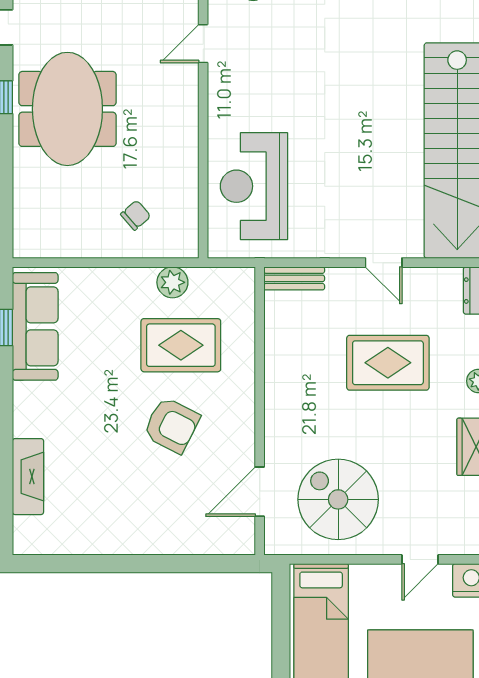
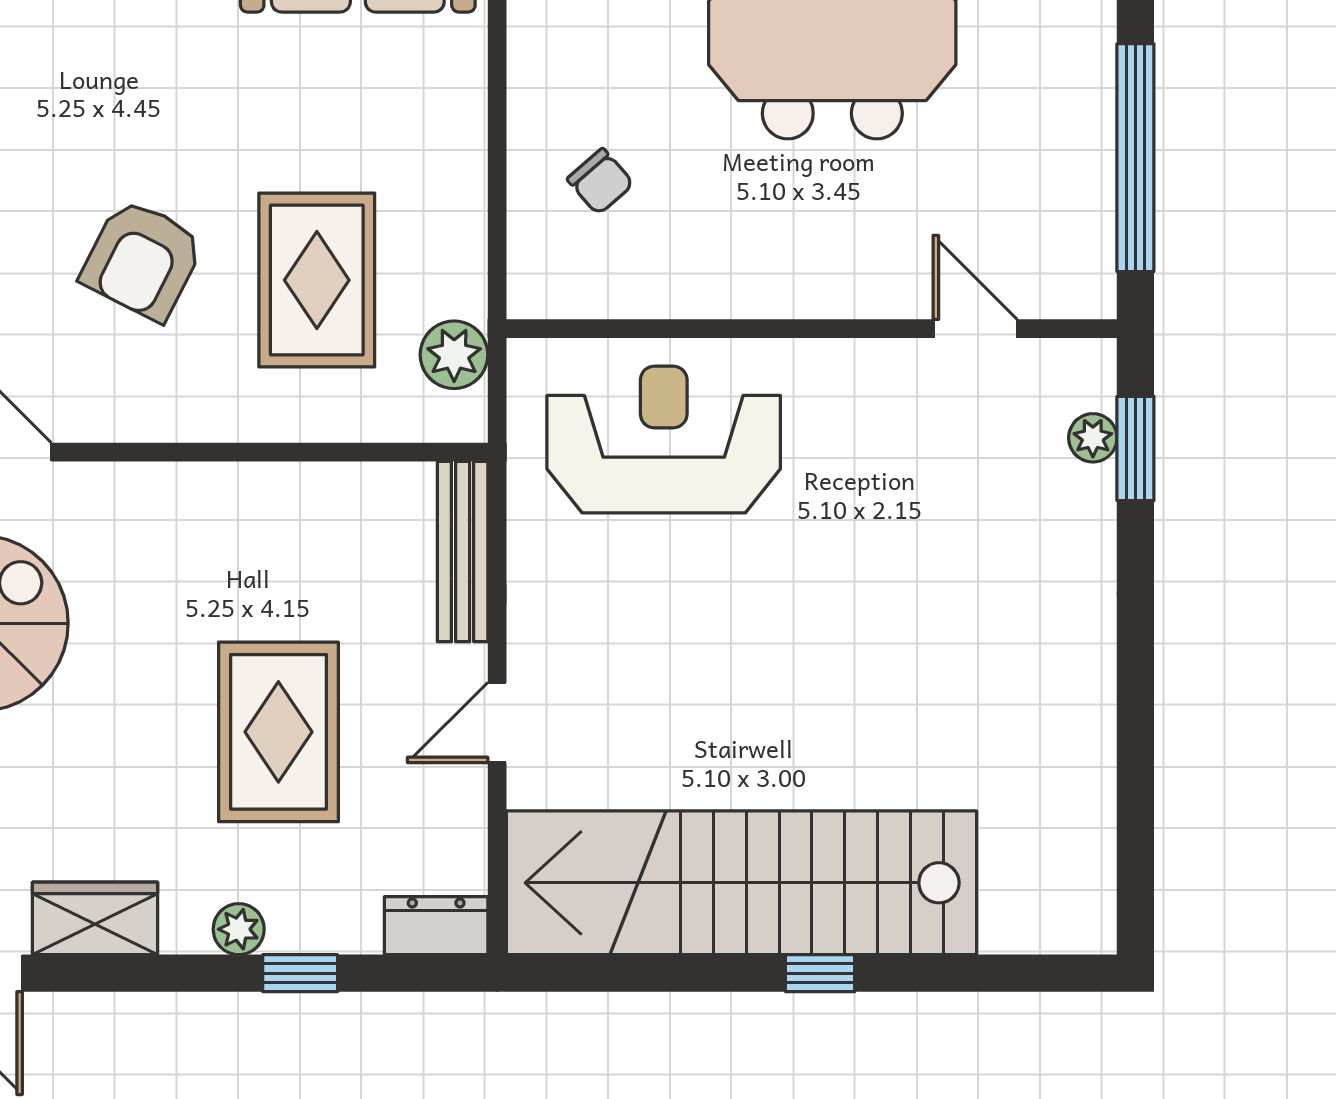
bench: (294, 278) -> (463, 551), width x1.36
plant: (172, 282) -> (454, 355), moved

